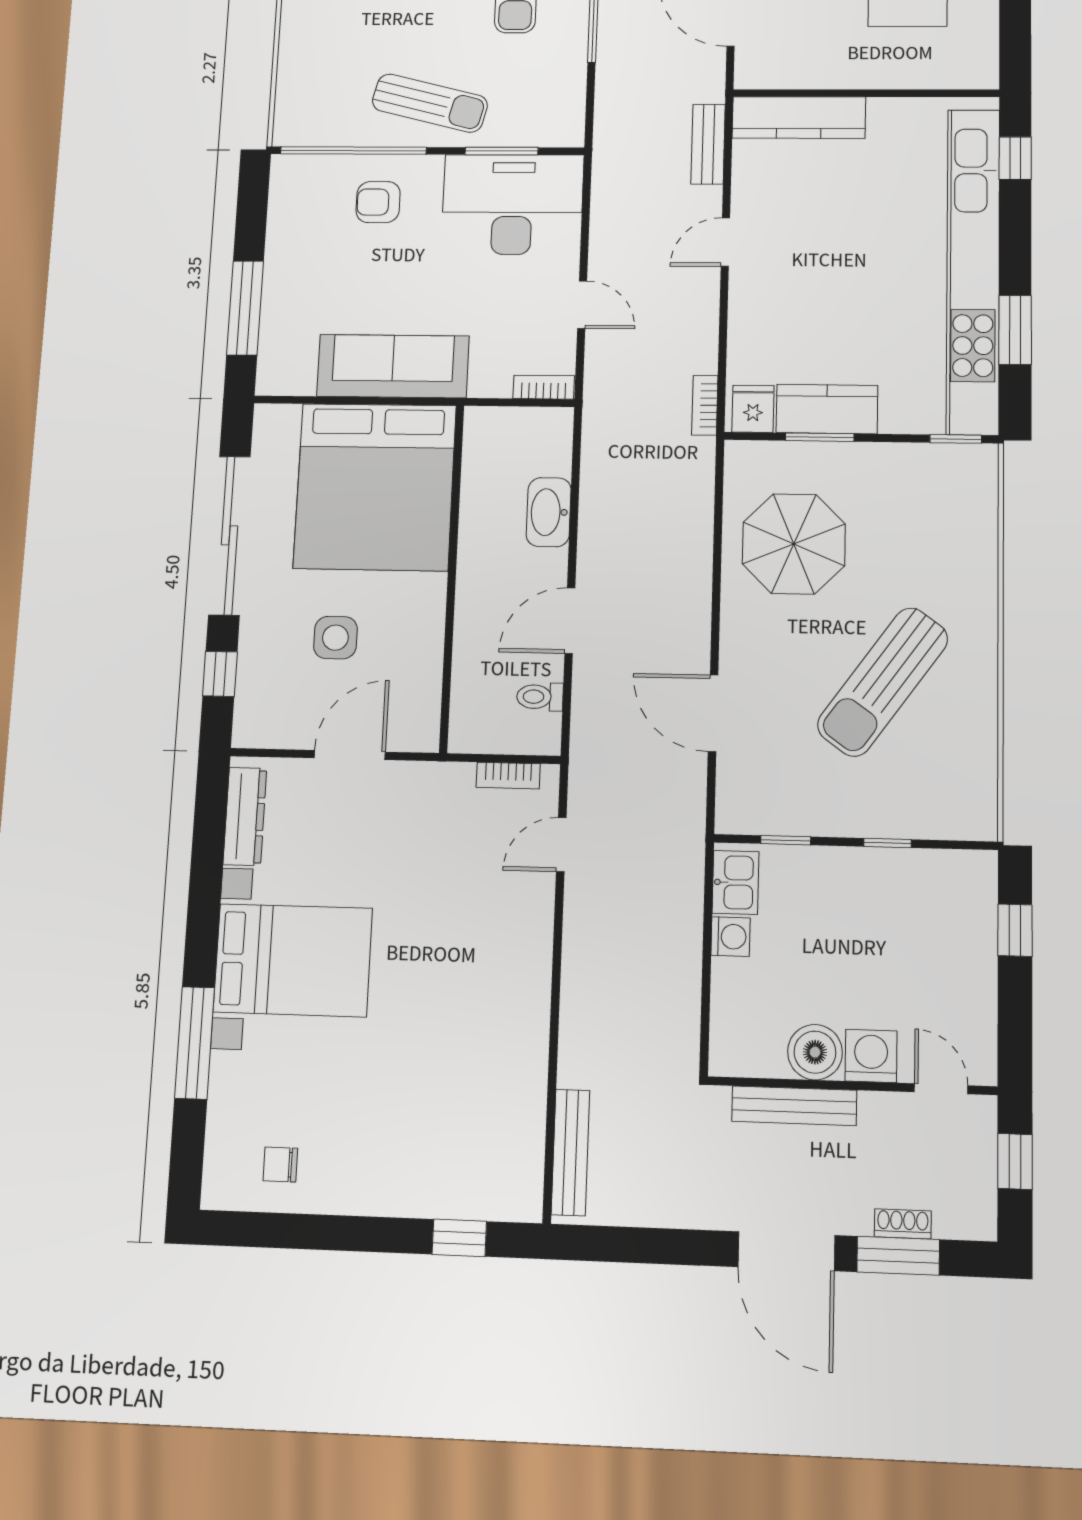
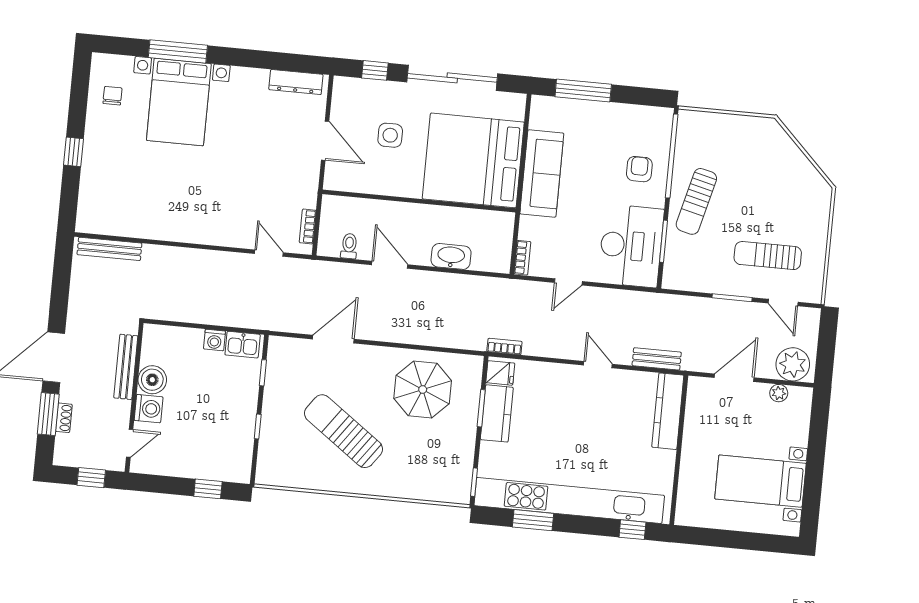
bed with nightstands: (293, 960) -> (179, 102), moved
window: (459, 1238) -> (74, 152), moved

